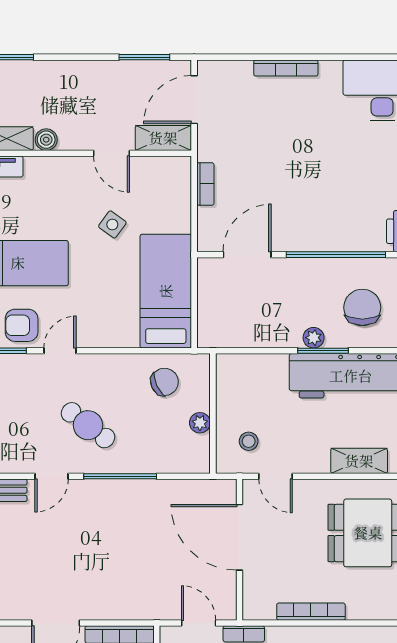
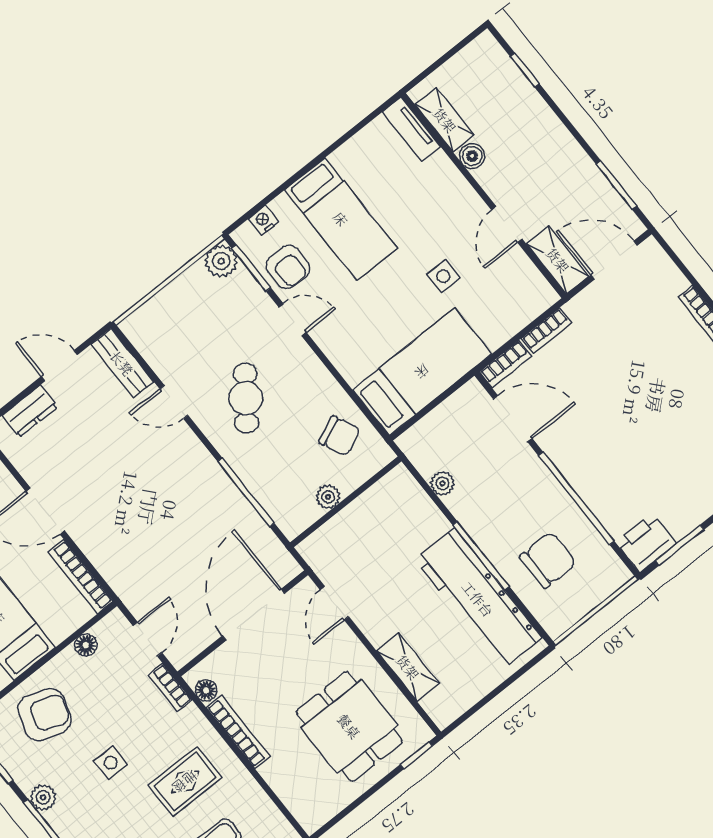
side table: (112, 224) -> (443, 276), turned -36
bookcase: (206, 230) -> (506, 364), added
armchair: (22, 325) -> (288, 267), turned 180
plant: (314, 338) -> (442, 483), moved
window: (323, 351) -> (481, 556), width x1.44
stool: (249, 441) -> (346, 554), removed
window: (120, 476) -> (246, 492), moved
floor lamp: (265, 611) -> (206, 690), added

